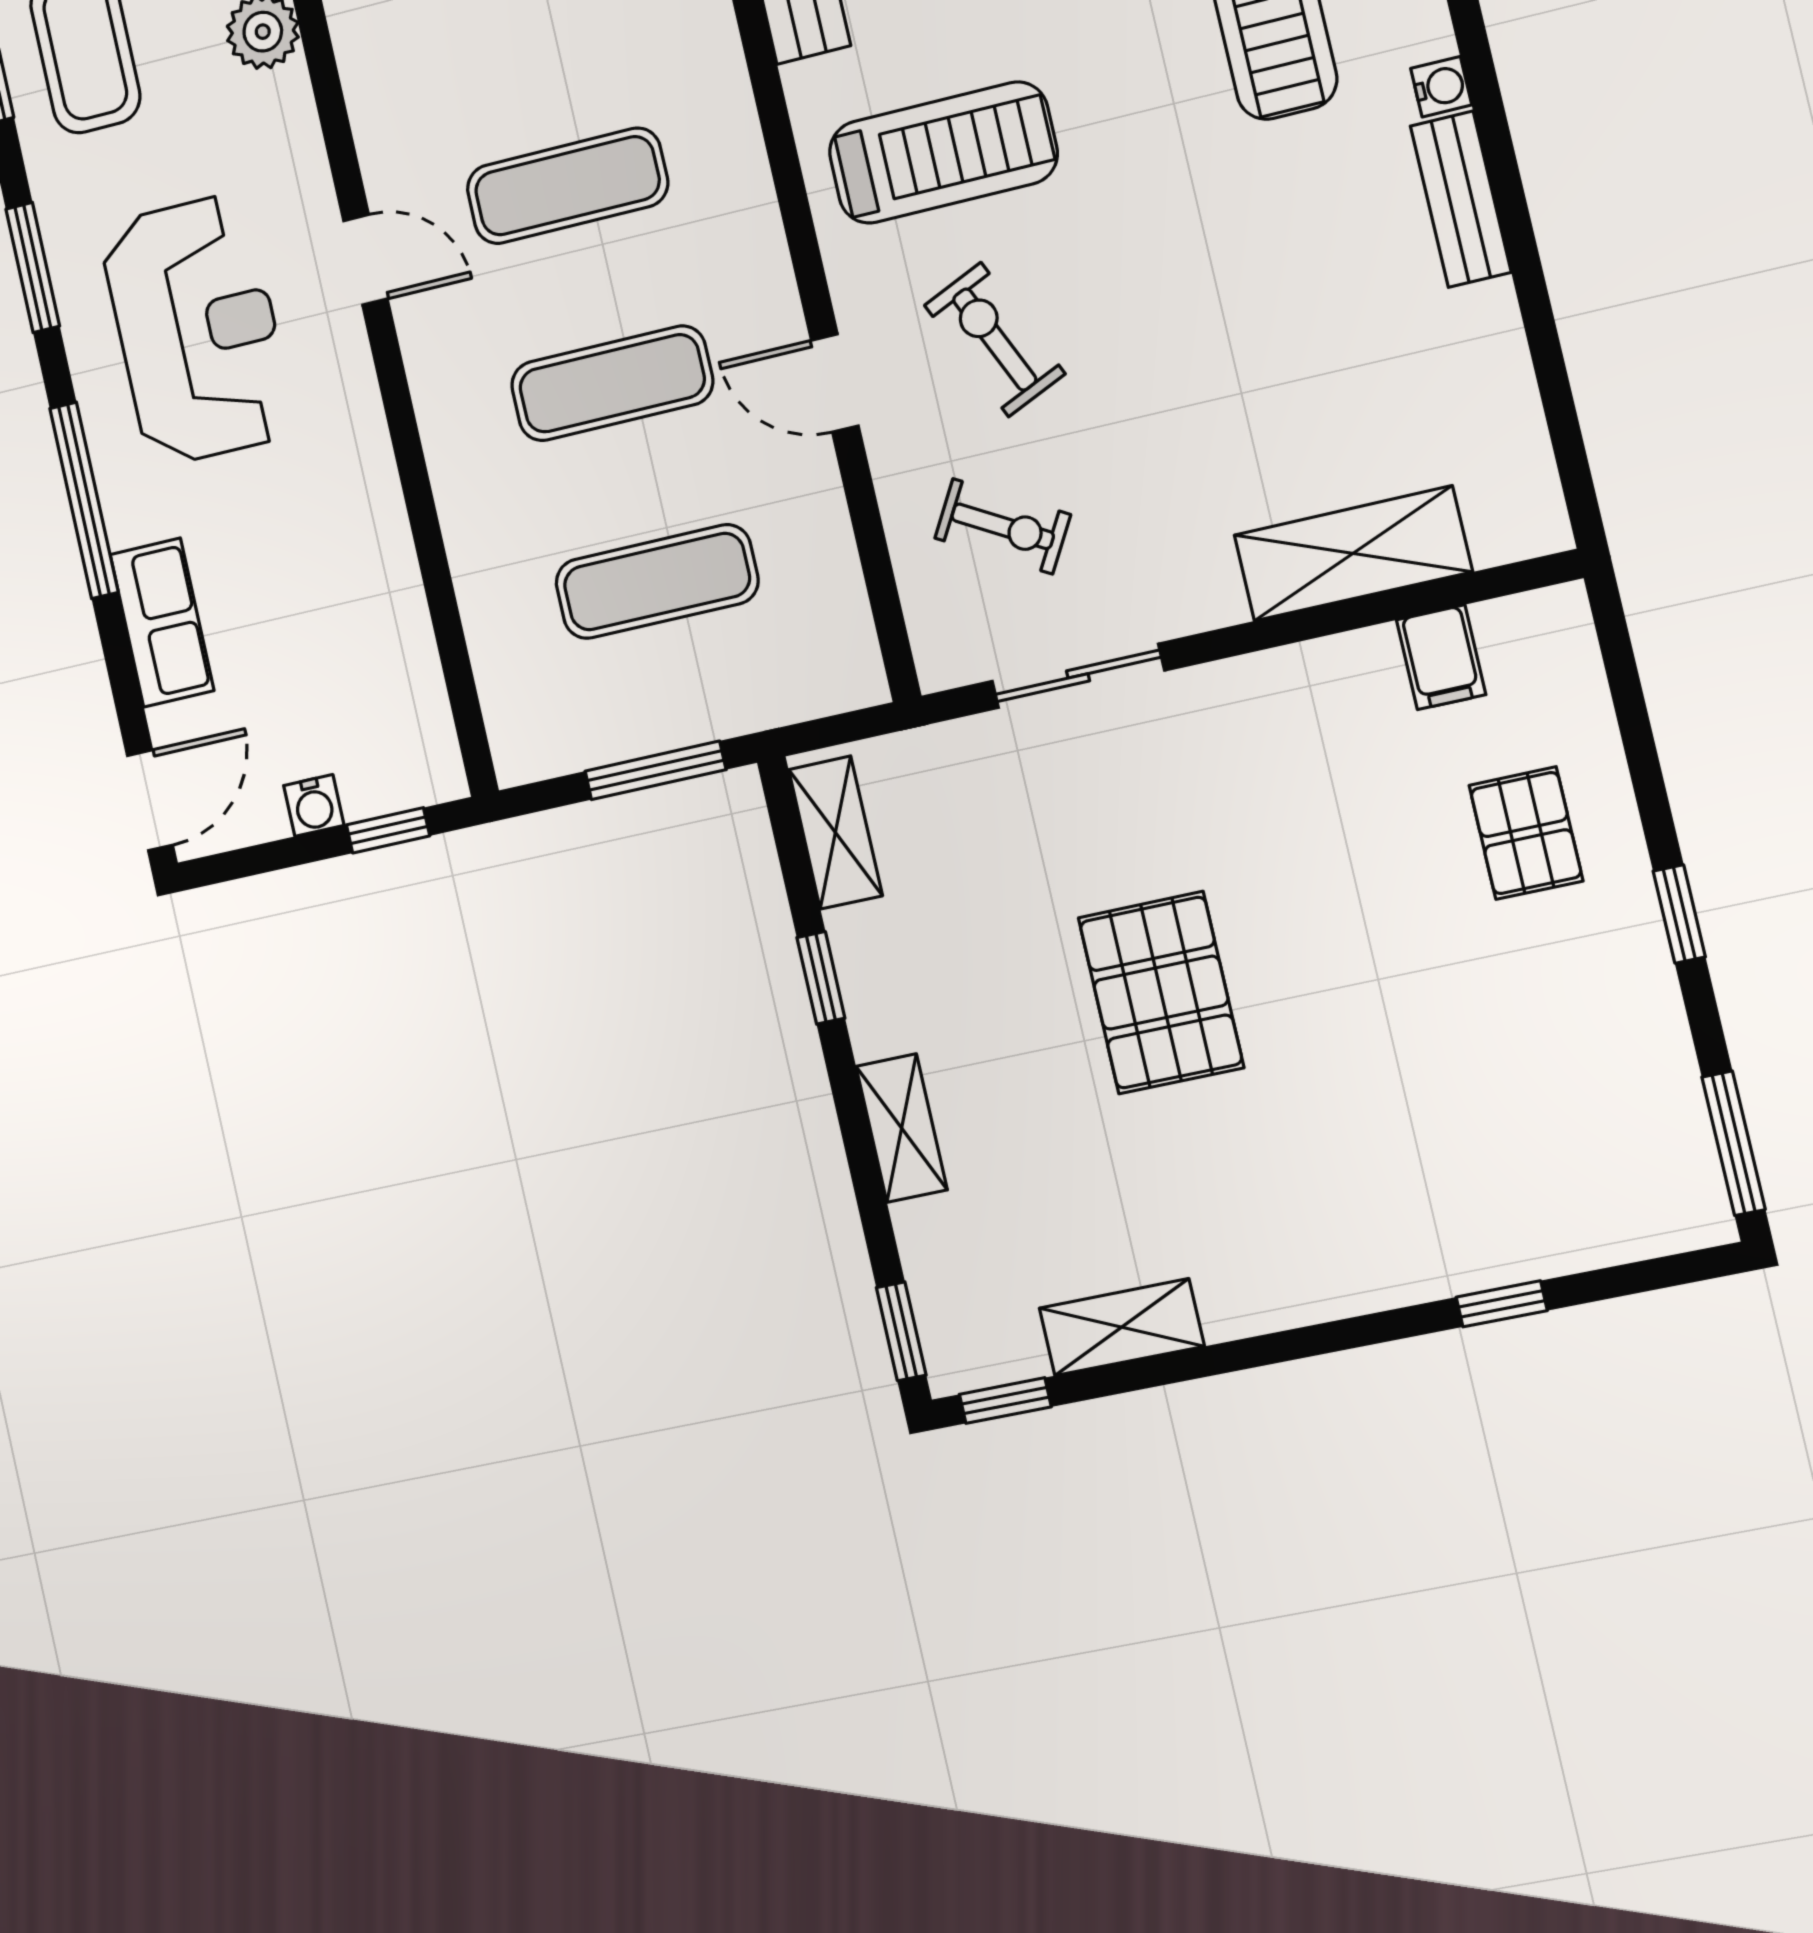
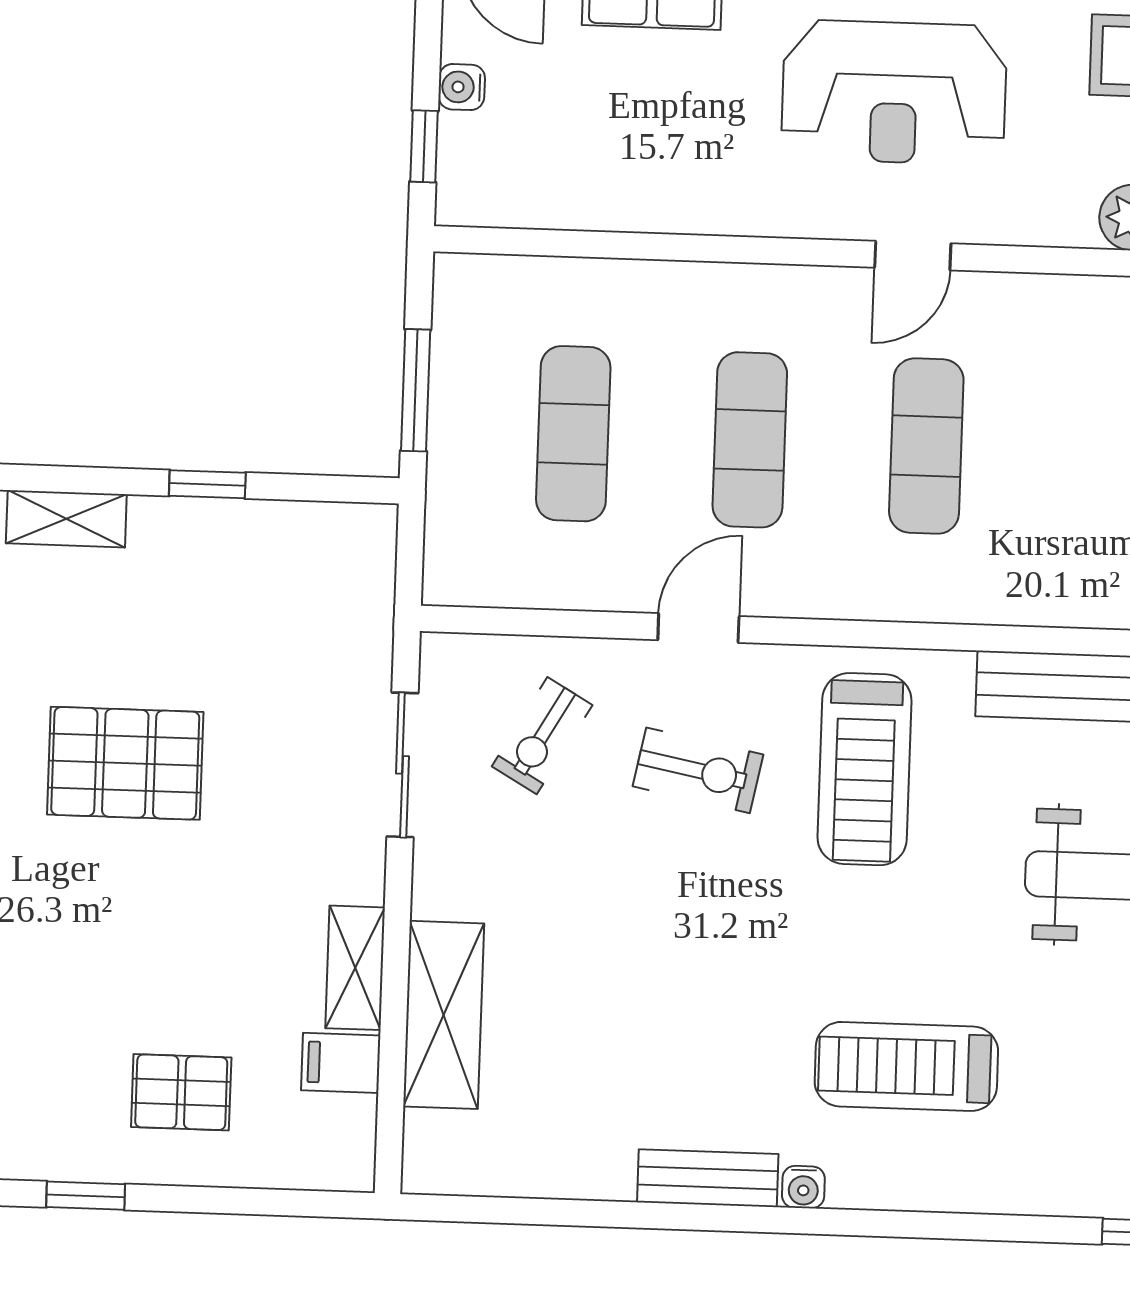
exercise bike: (995, 339) -> (698, 770), turned 35
shelving: (835, 833) -> (355, 968), moved, turned 90

